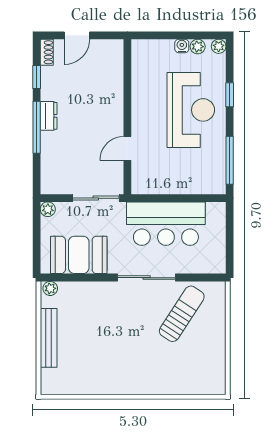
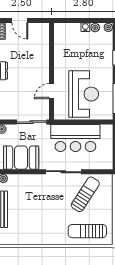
door: (77, 35) -> (20, 21), hinge flipped
reception desk: (191, 110) -> (84, 94), moved
sun lounger: (185, 373) -> (87, 231), added

